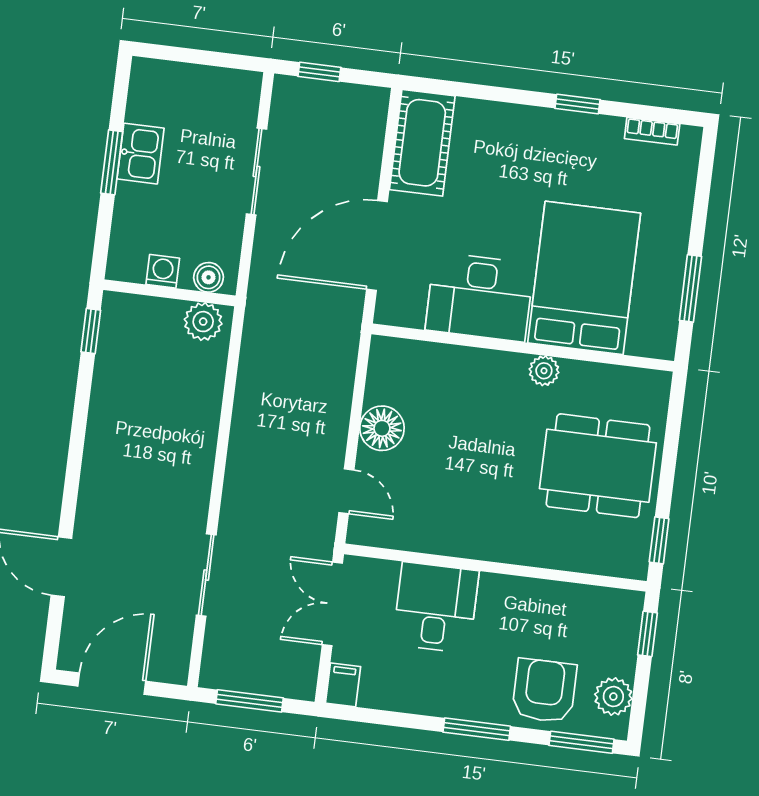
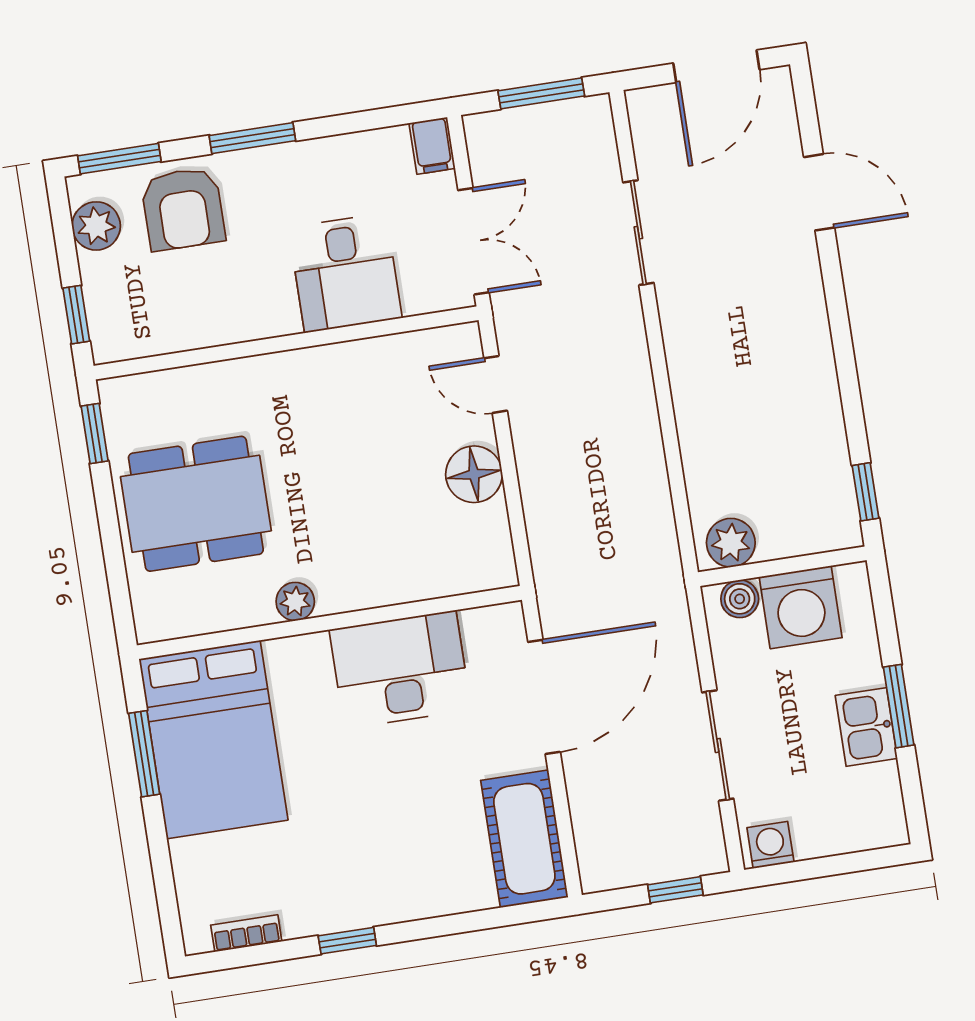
washing machine: (238, 85) -> (770, 845), added
washing machine: (163, 271) -> (801, 607), width x1.89, depth x1.89
bed: (584, 278) -> (213, 739), moved

